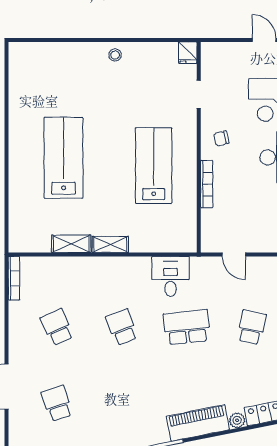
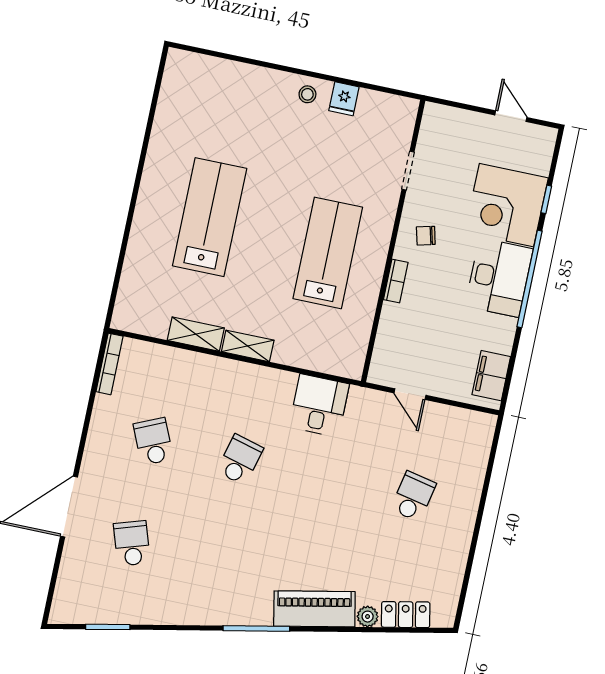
fridge: (188, 53) -> (344, 99), moved
bookcase: (207, 184) -> (396, 281), width x0.64
school desk: (122, 327) -> (240, 460), turned 36
school desk: (187, 327) -> (327, 478), removed

